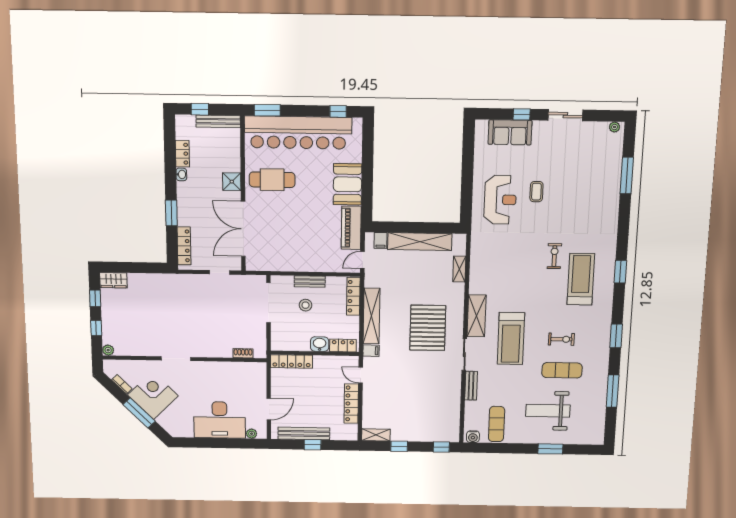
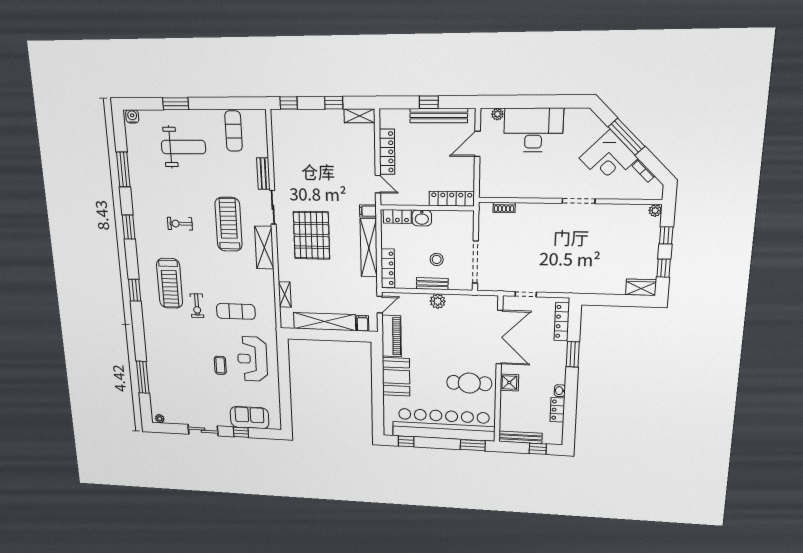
plant: (305, 264) -> (438, 301), added
exercise mat: (562, 370) -> (236, 311), moved
water cooler: (473, 437) -> (132, 116), moved

